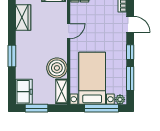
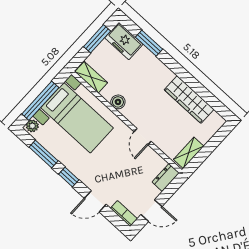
wardrobe: (23, 18) -> (189, 100), width x1.50
window: (12, 56) -> (149, 43), moved
boiler: (57, 68) -> (118, 102), width x0.54, depth x0.54

